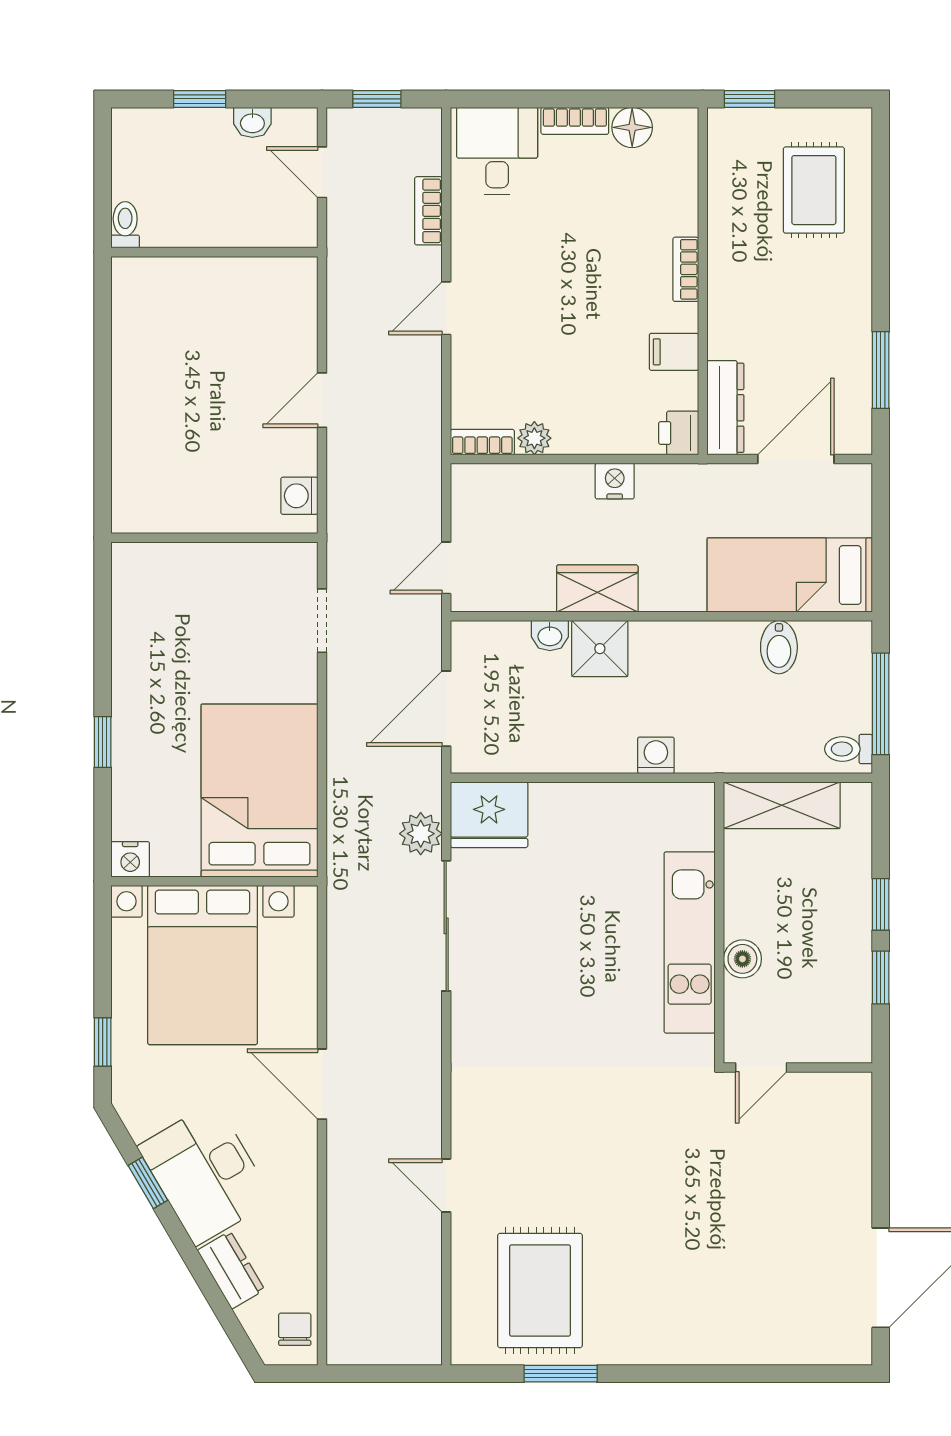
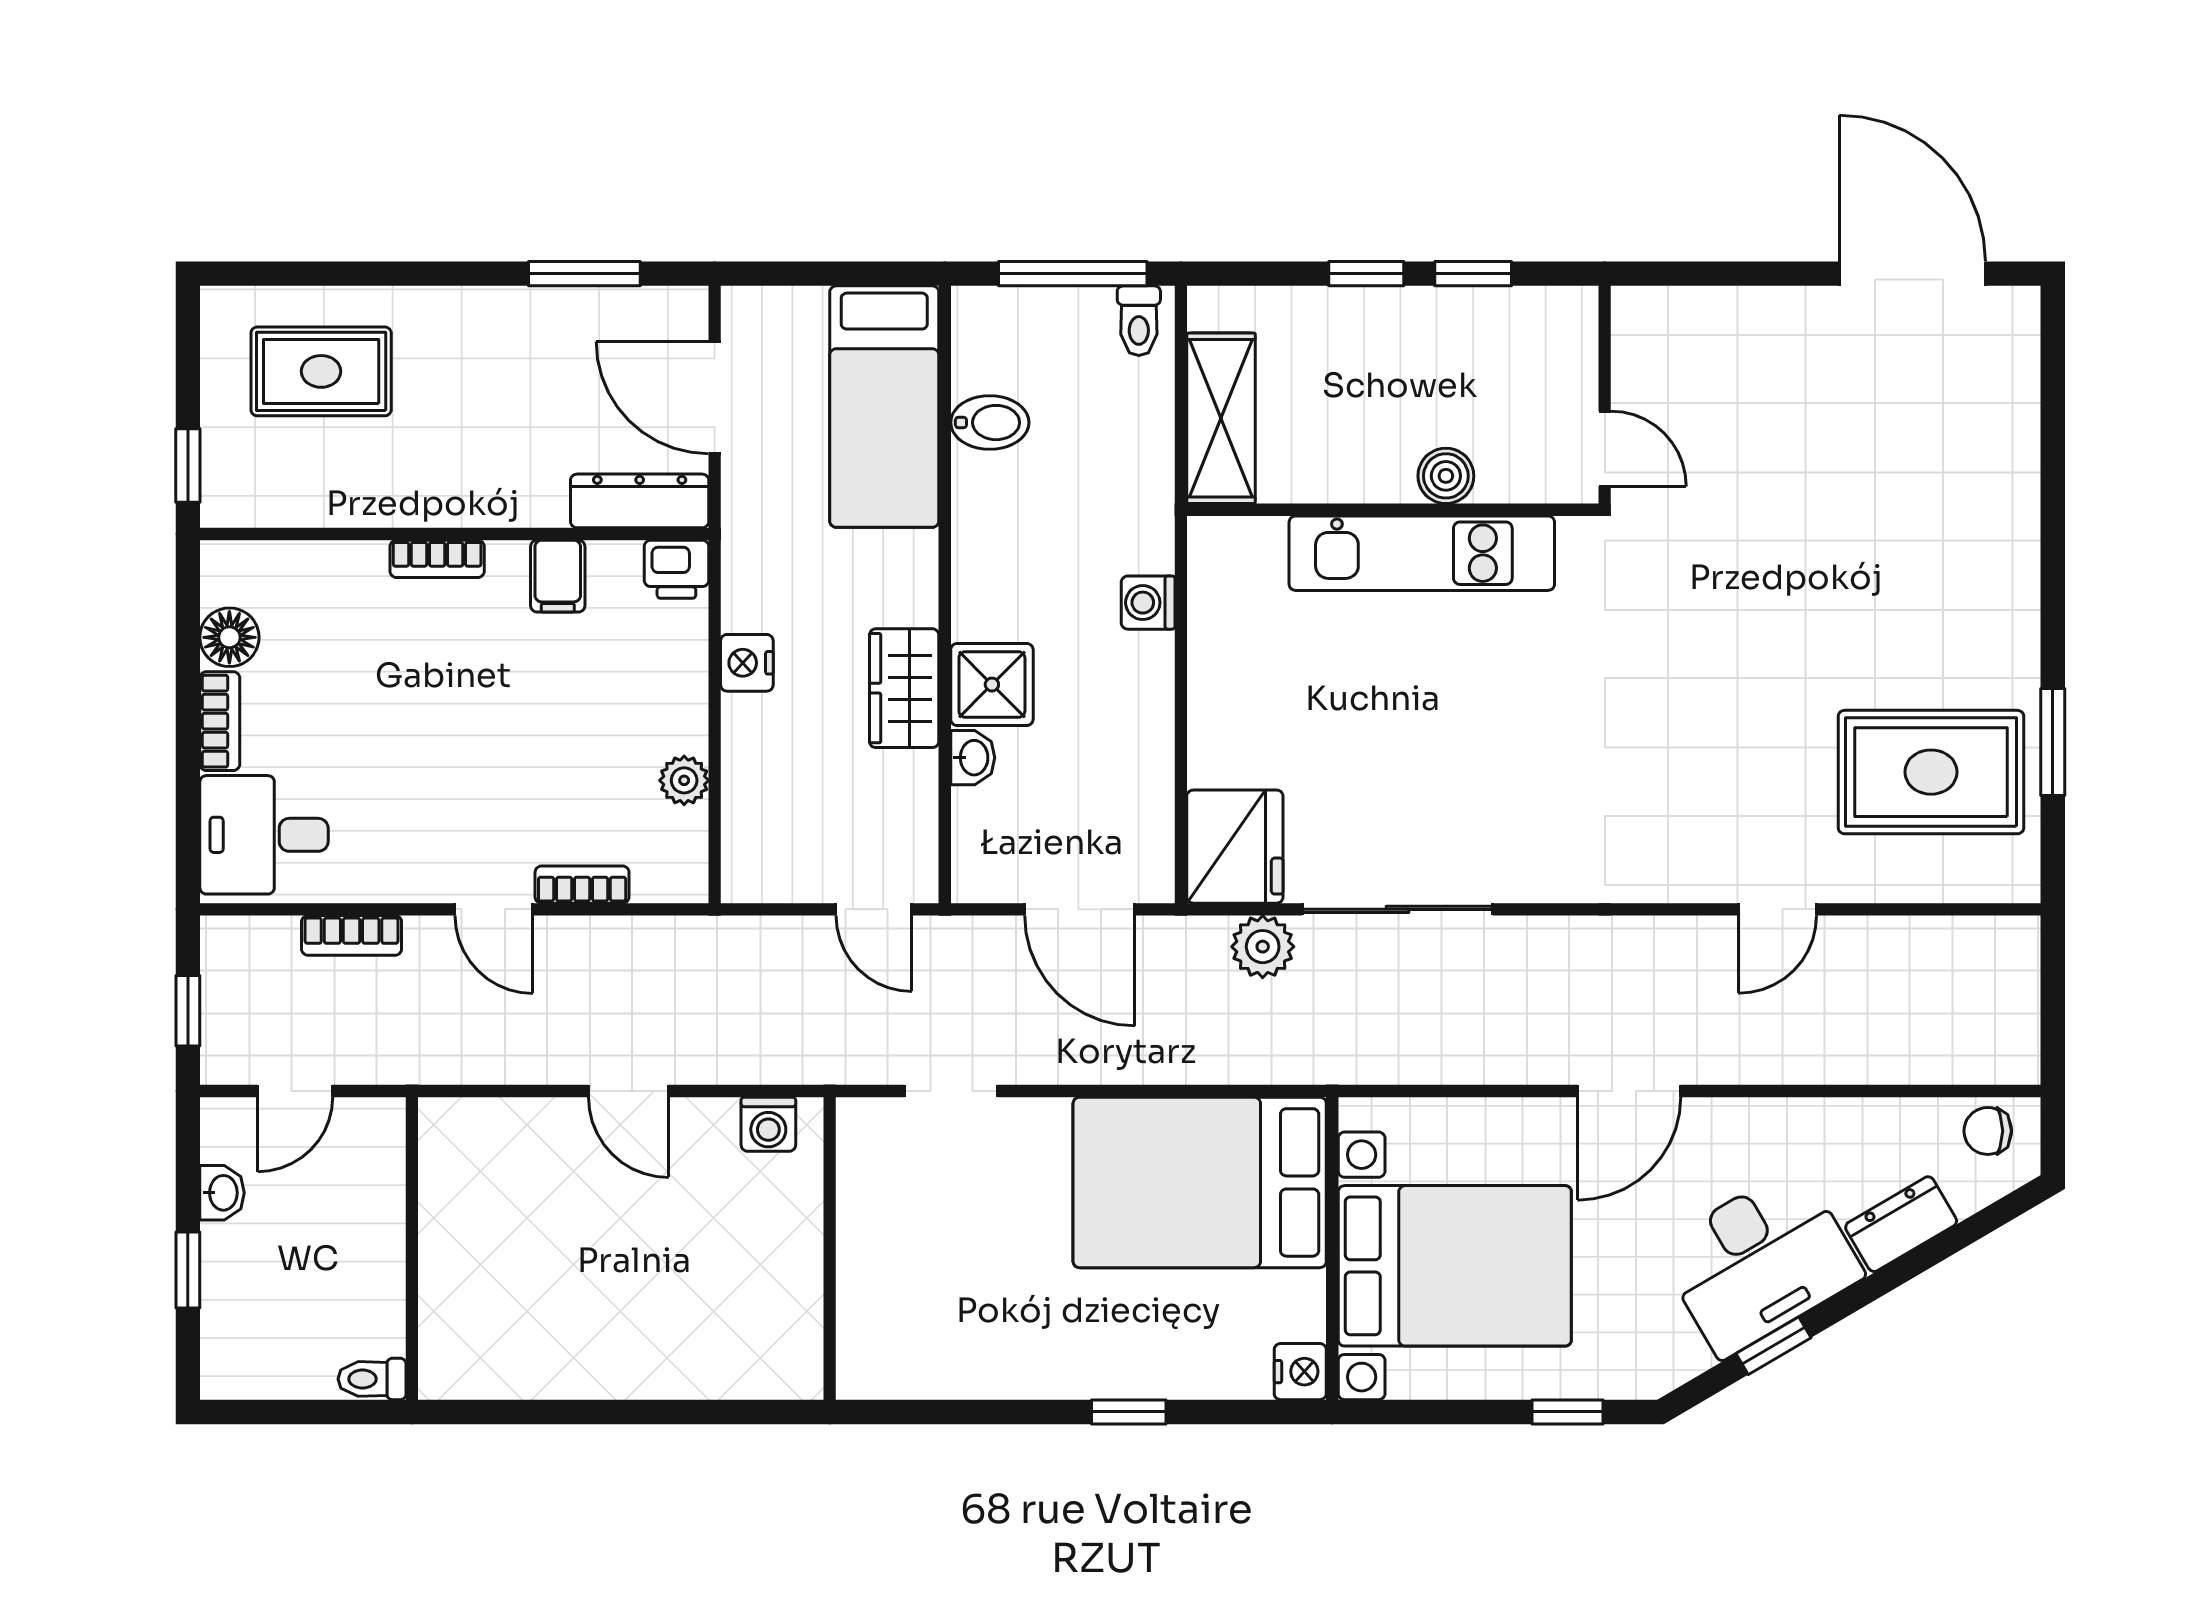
bookcase: (482, 442) -> (582, 885), moved, turned 90

